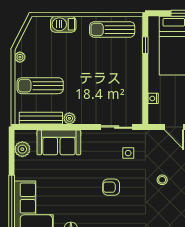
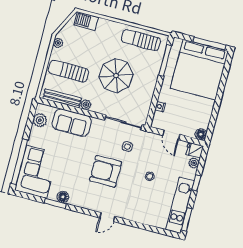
barbecue: (63, 24) -> (86, 21), moved
window: (145, 45) -> (165, 60), width x2.17
parasol: (95, 77) -> (116, 76), added
sliding door: (117, 127) -> (123, 122), width x1.37
armchair: (111, 187) -> (106, 171), width x1.88, depth x1.88

